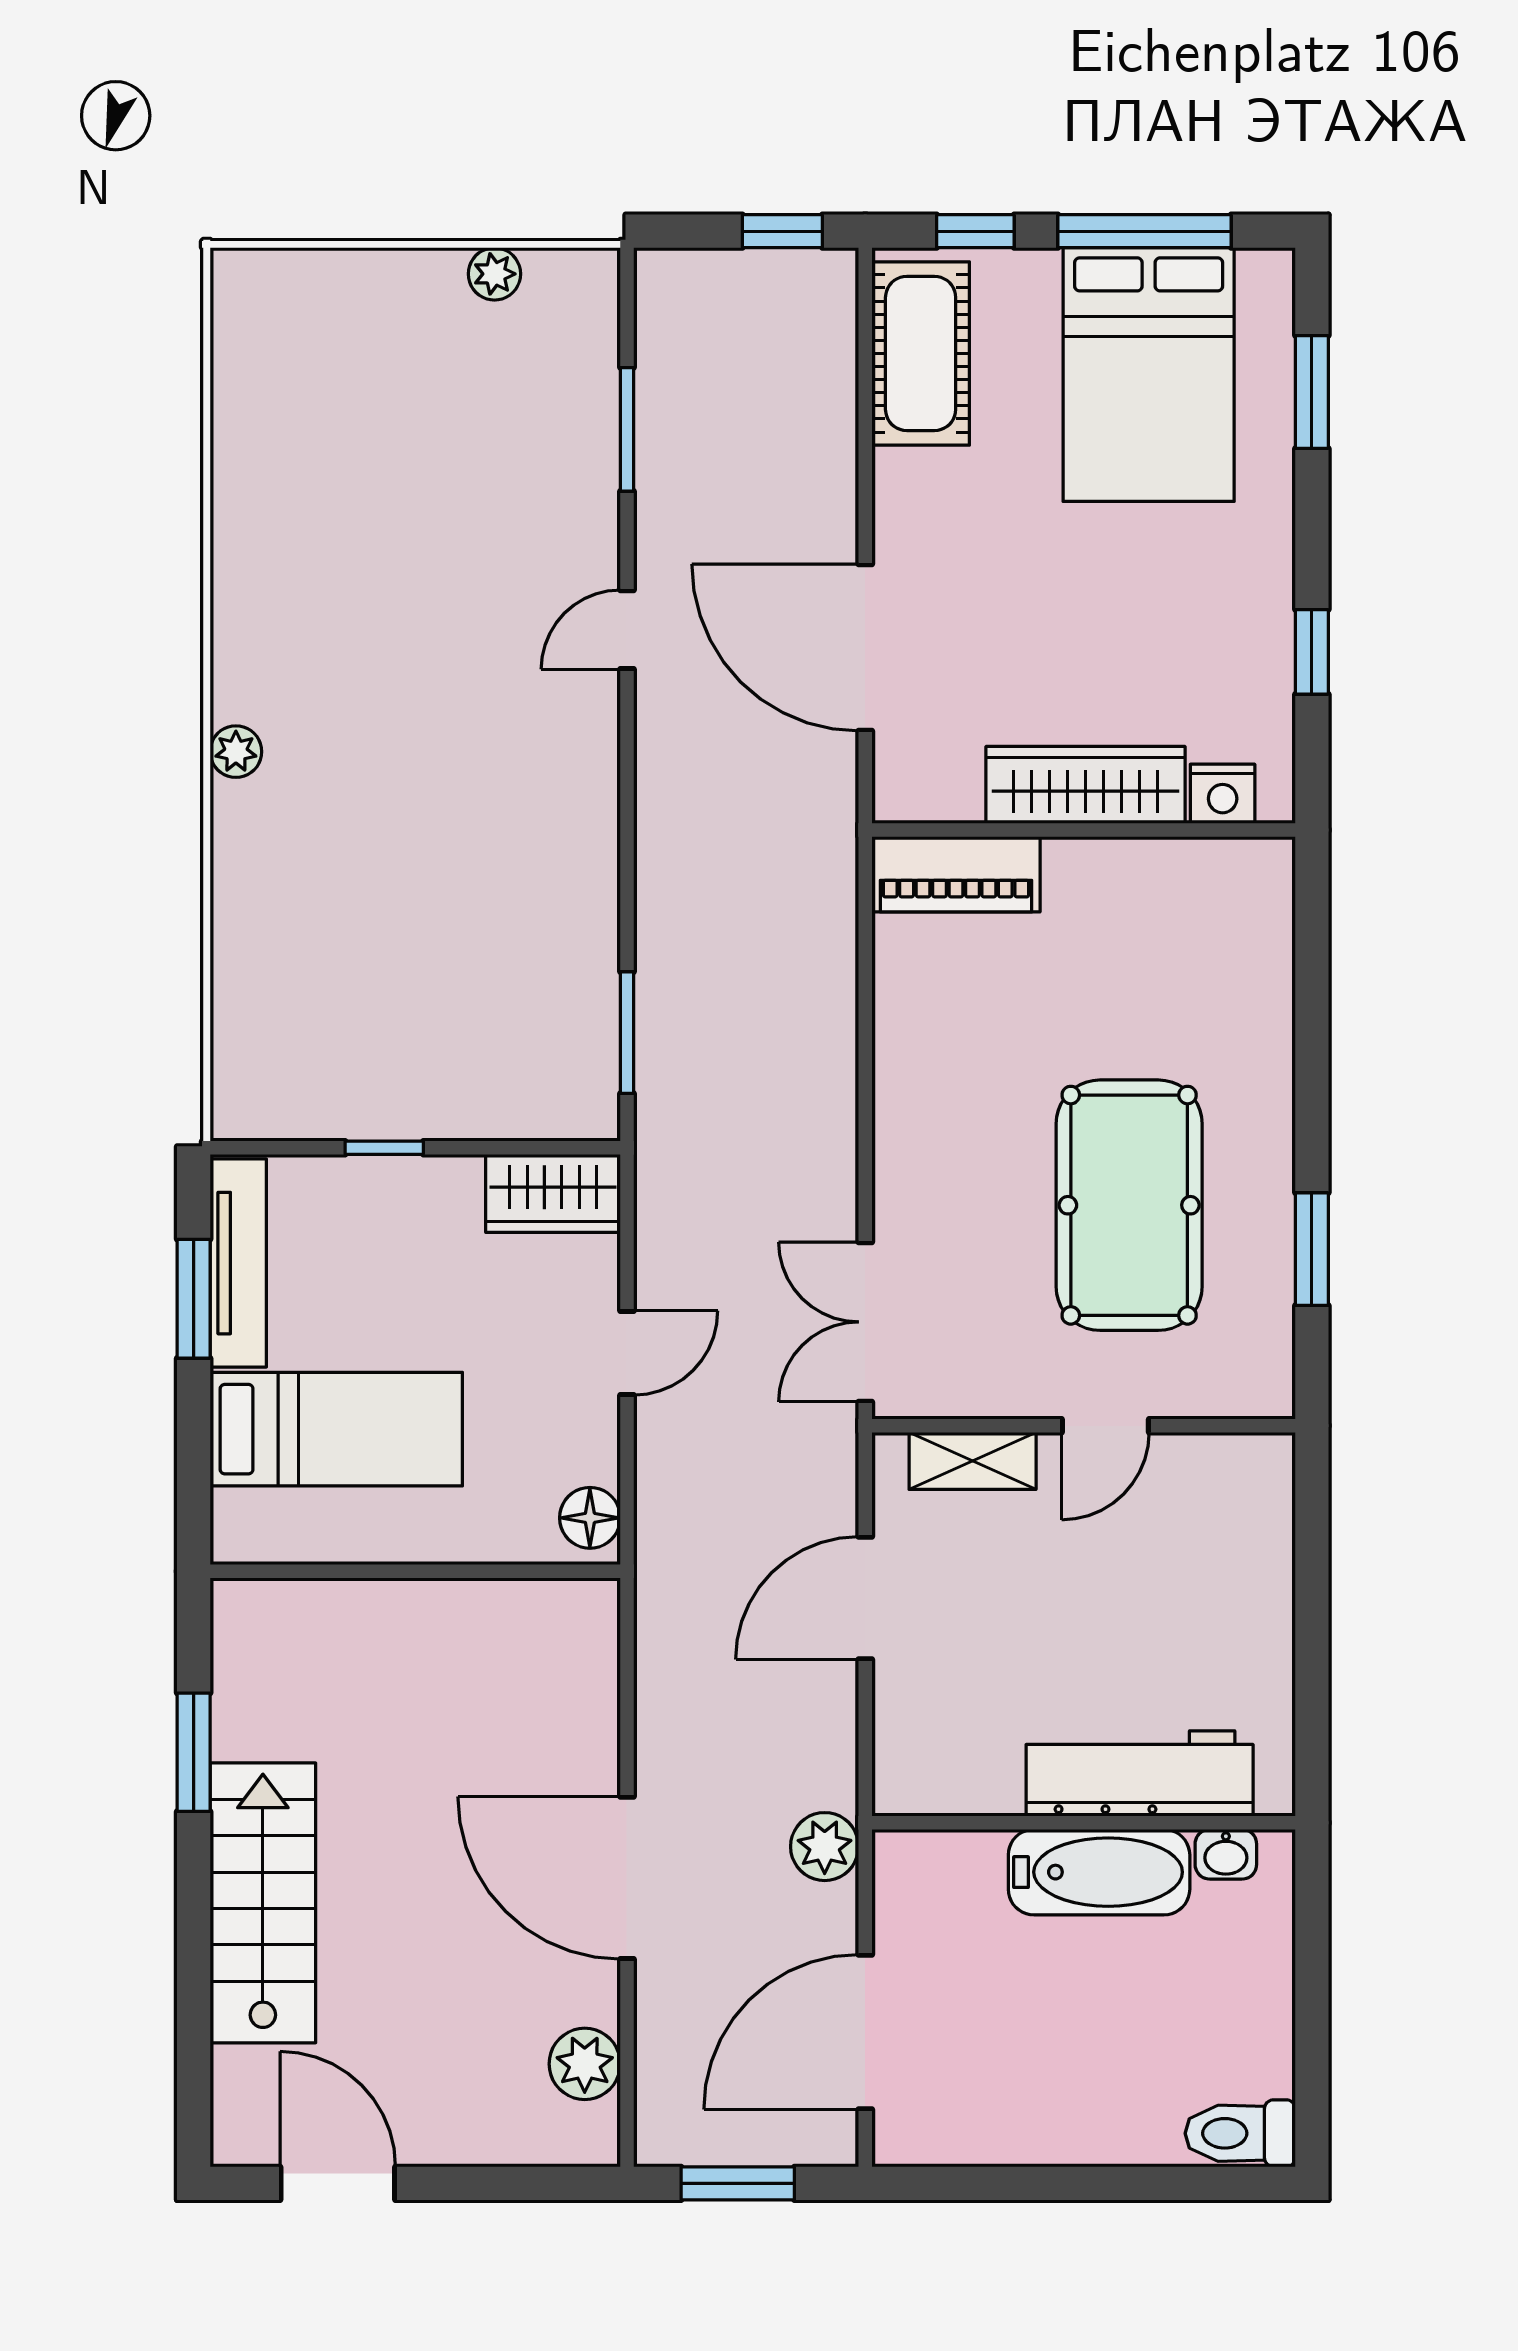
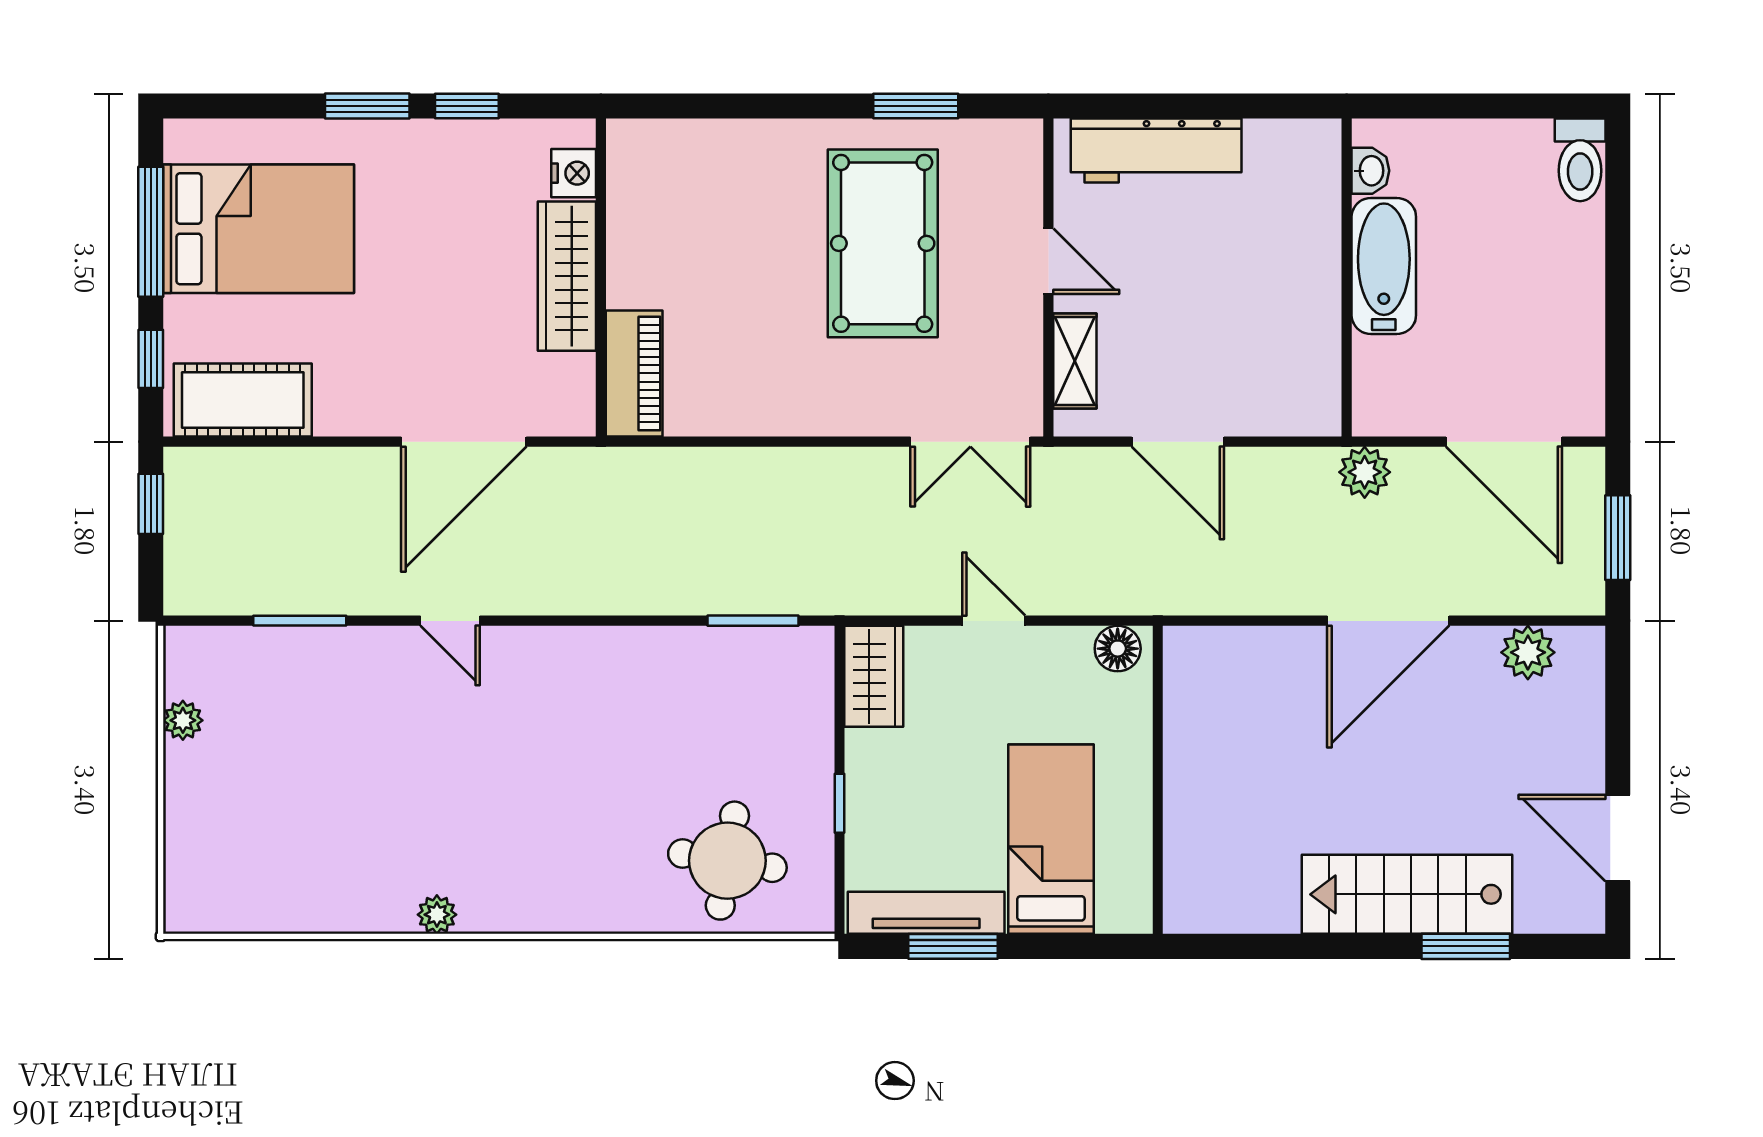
window: (1312, 392) -> (367, 106), moved
plant: (236, 752) -> (437, 915), moved
round table: (308, 999) -> (727, 861), added
pool table: (1129, 1205) -> (883, 243), turned 90
window: (194, 1752) -> (1466, 946), moved
workbench: (1140, 1773) -> (1156, 151), moved, turned -90
door: (338, 2183) -> (1618, 838), hinge flipped

